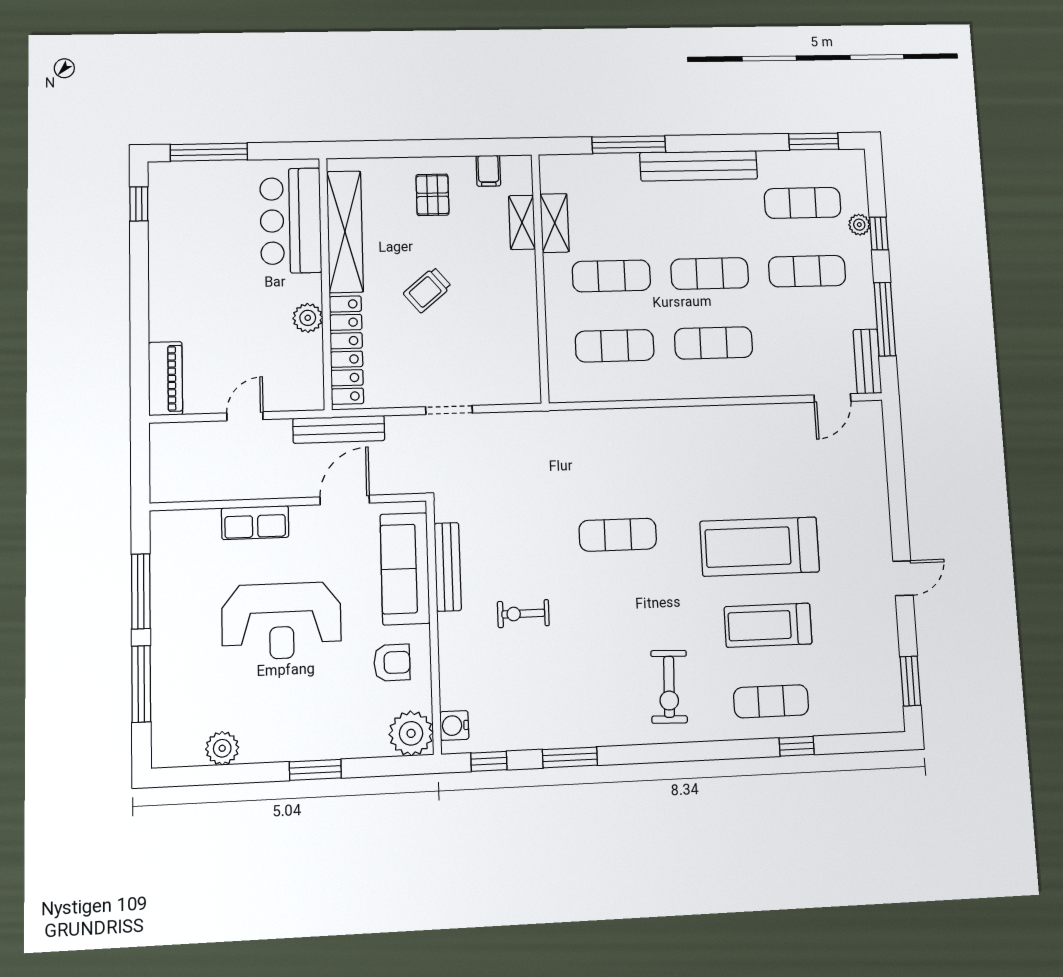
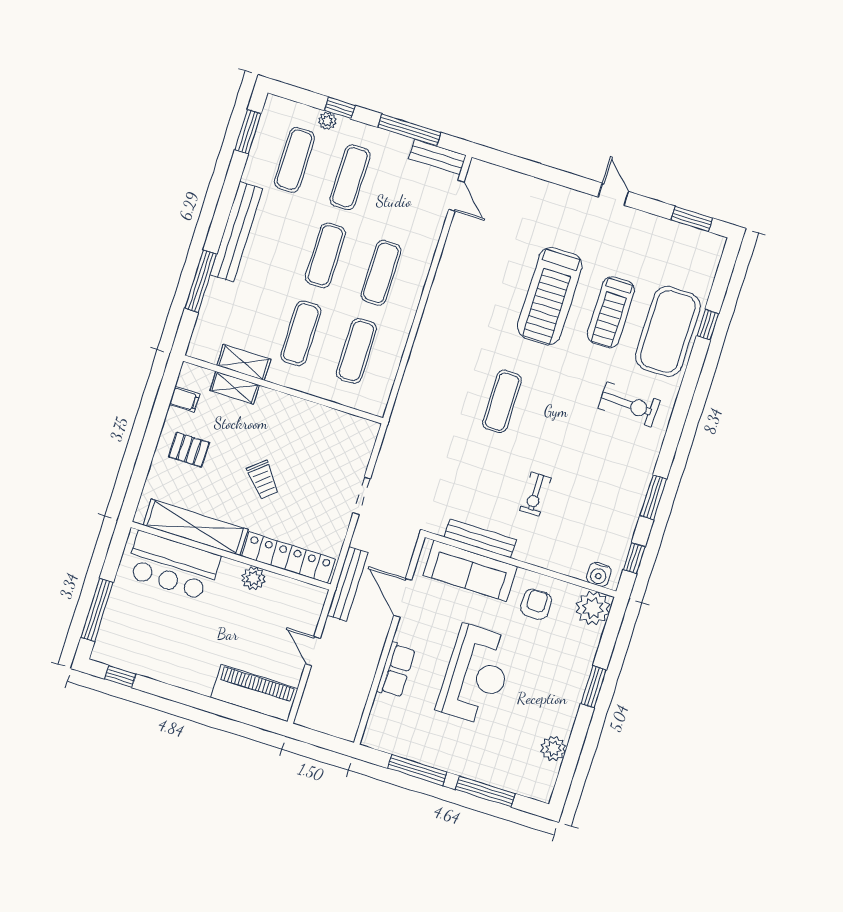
piano: (165, 379) -> (254, 693), width x1.37, depth x1.33
exercise mat: (771, 701) -> (668, 331), width x2.00, depth x1.45

